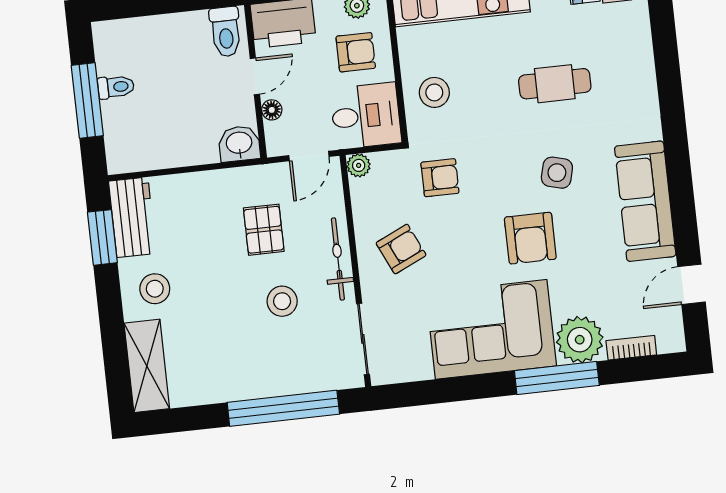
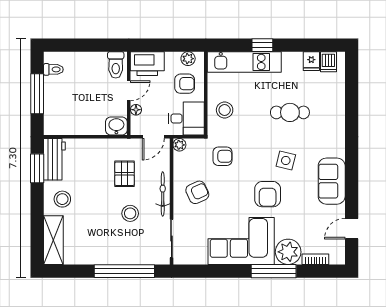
toilet: (116, 87) -> (53, 69), moved
sofa: (645, 201) -> (332, 181), width x0.73

